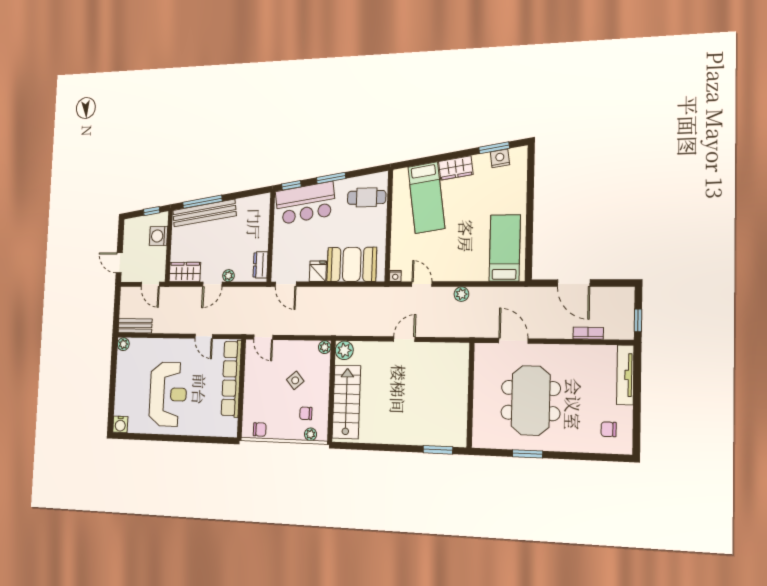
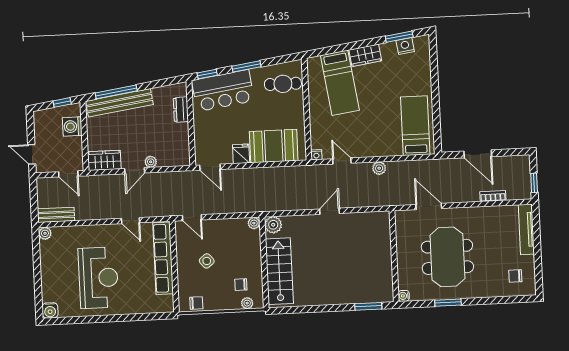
dresser: (260, 265) -> (181, 110), moved
side table: (295, 380) -> (207, 261), moved
water cooler: (478, 441) -> (404, 296), added

